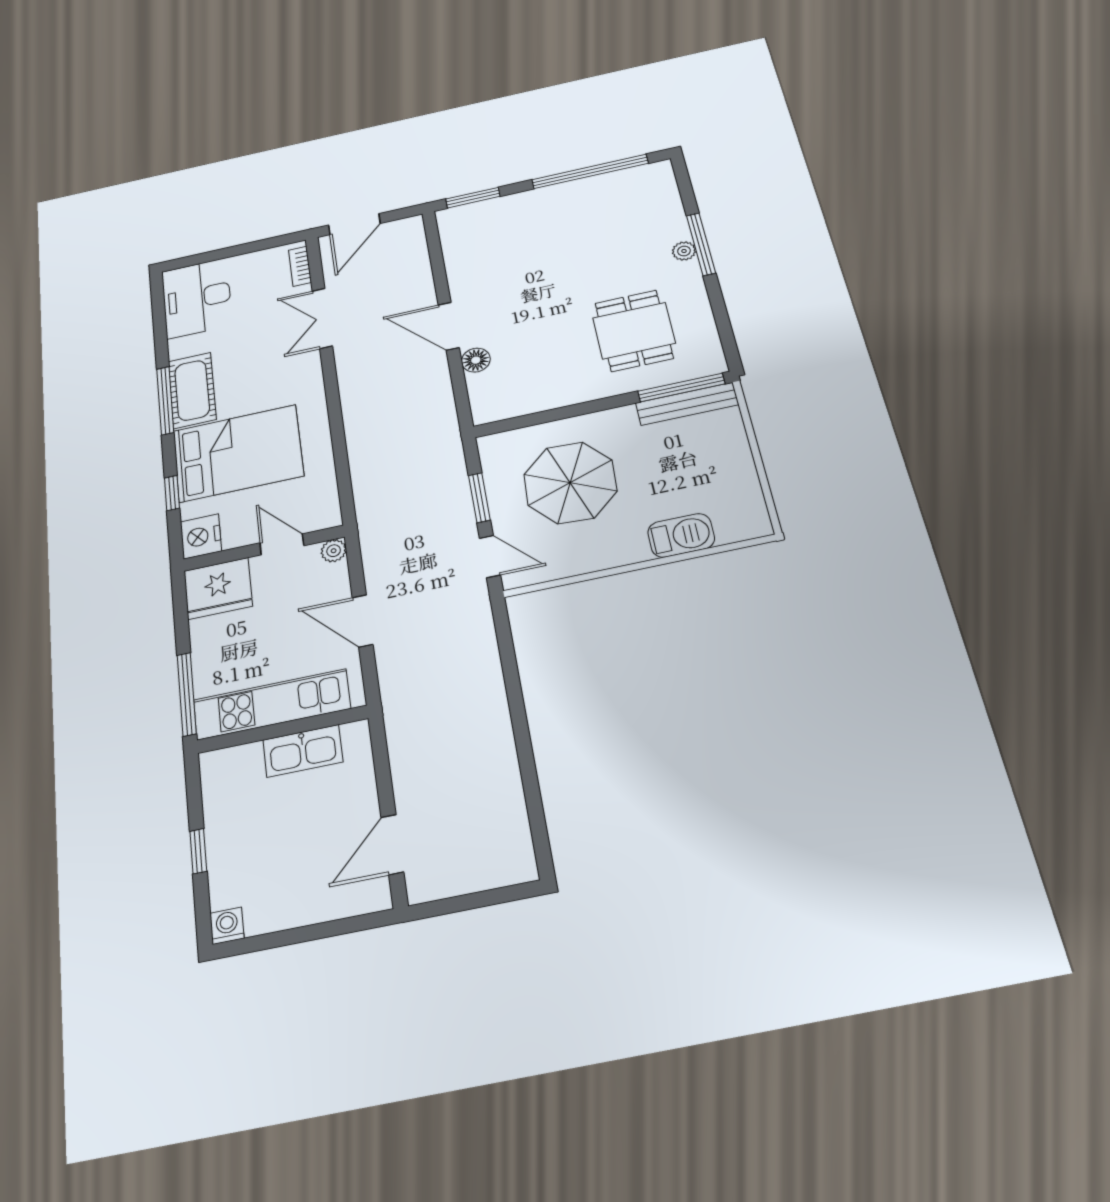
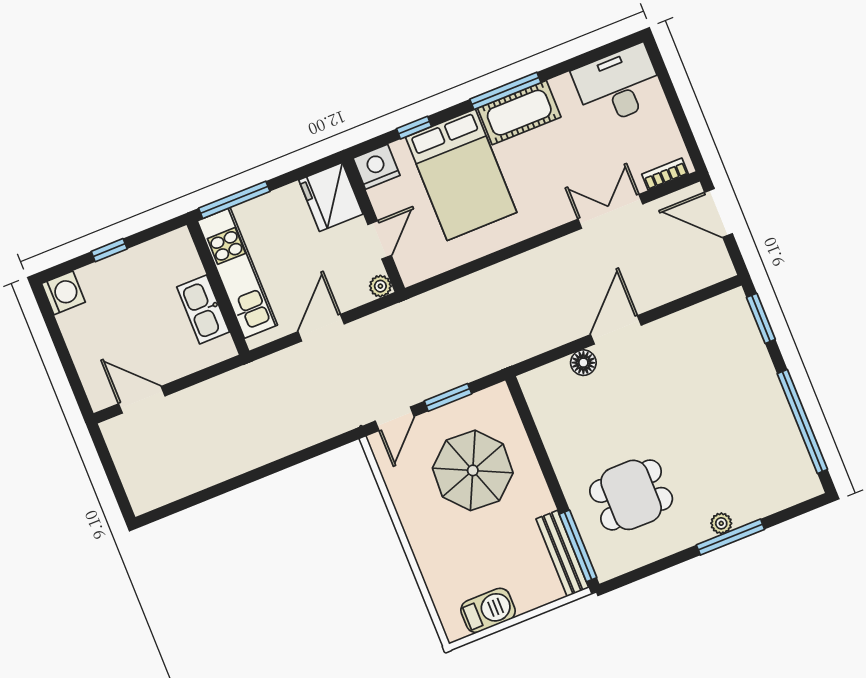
barbecue: (681, 535) -> (488, 610), moved, turned -90
washing machine: (227, 926) -> (63, 293), width x1.38, depth x1.38

